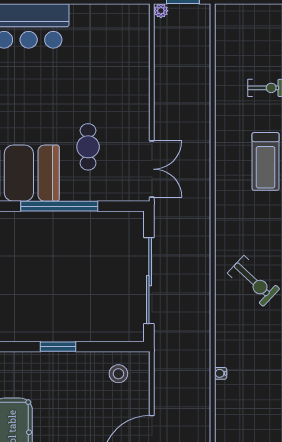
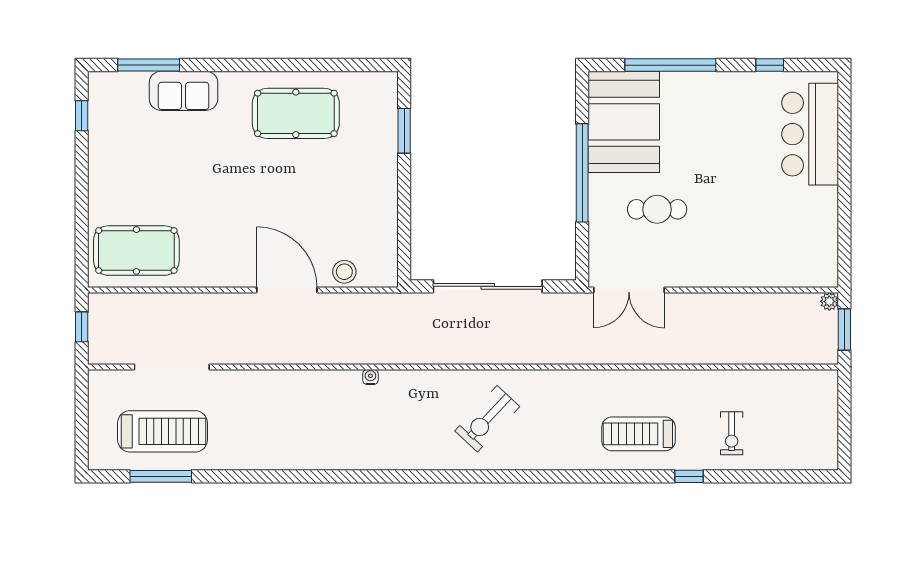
window: (58, 347) -> (404, 131), moved
stool: (118, 374) -> (344, 272), moved

